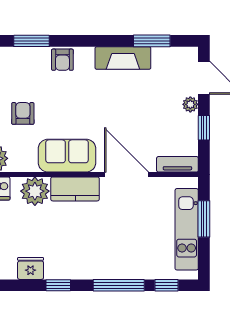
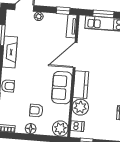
window: (204, 128) -> (63, 11), moved

